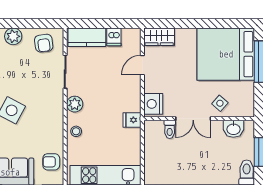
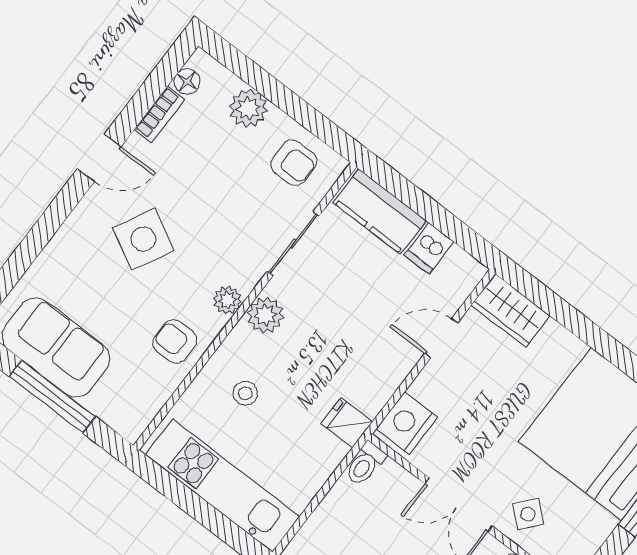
armchair: (44, 43) -> (294, 163), turned -82
plant: (57, 109) -> (227, 300), added
toilet: (170, 129) -> (365, 464), moved
stool: (76, 131) -> (245, 393), moved
armchair: (51, 162) -> (175, 342), moved

